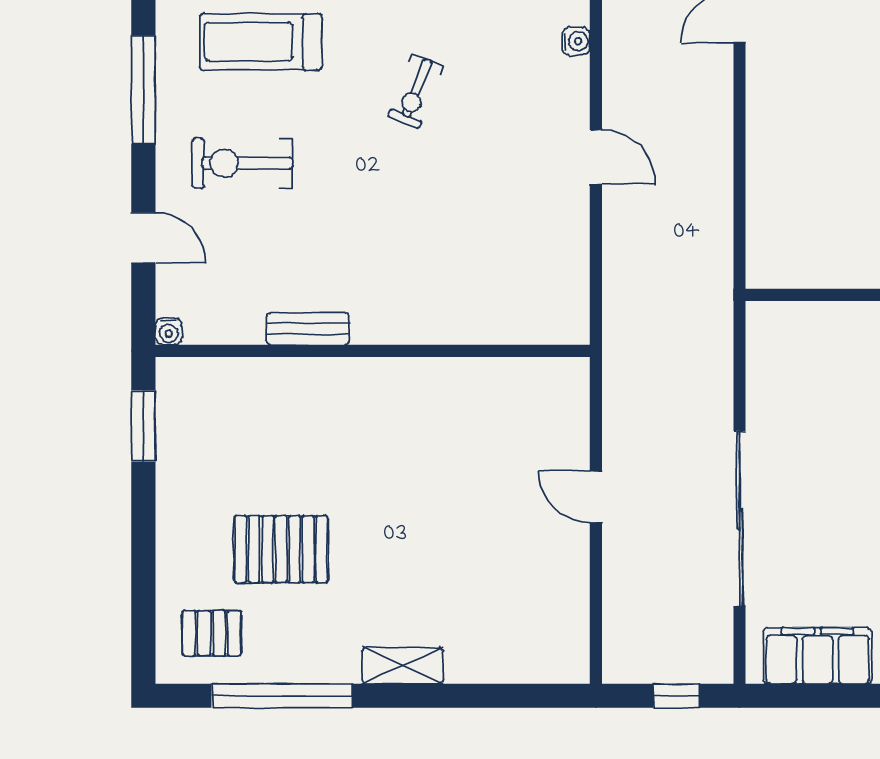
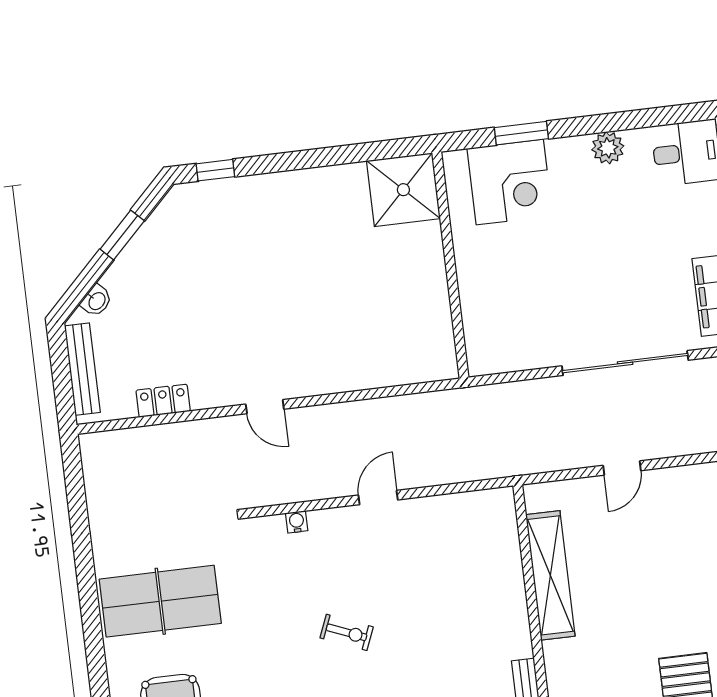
shelving: (460, 381) -> (550, 575), added

